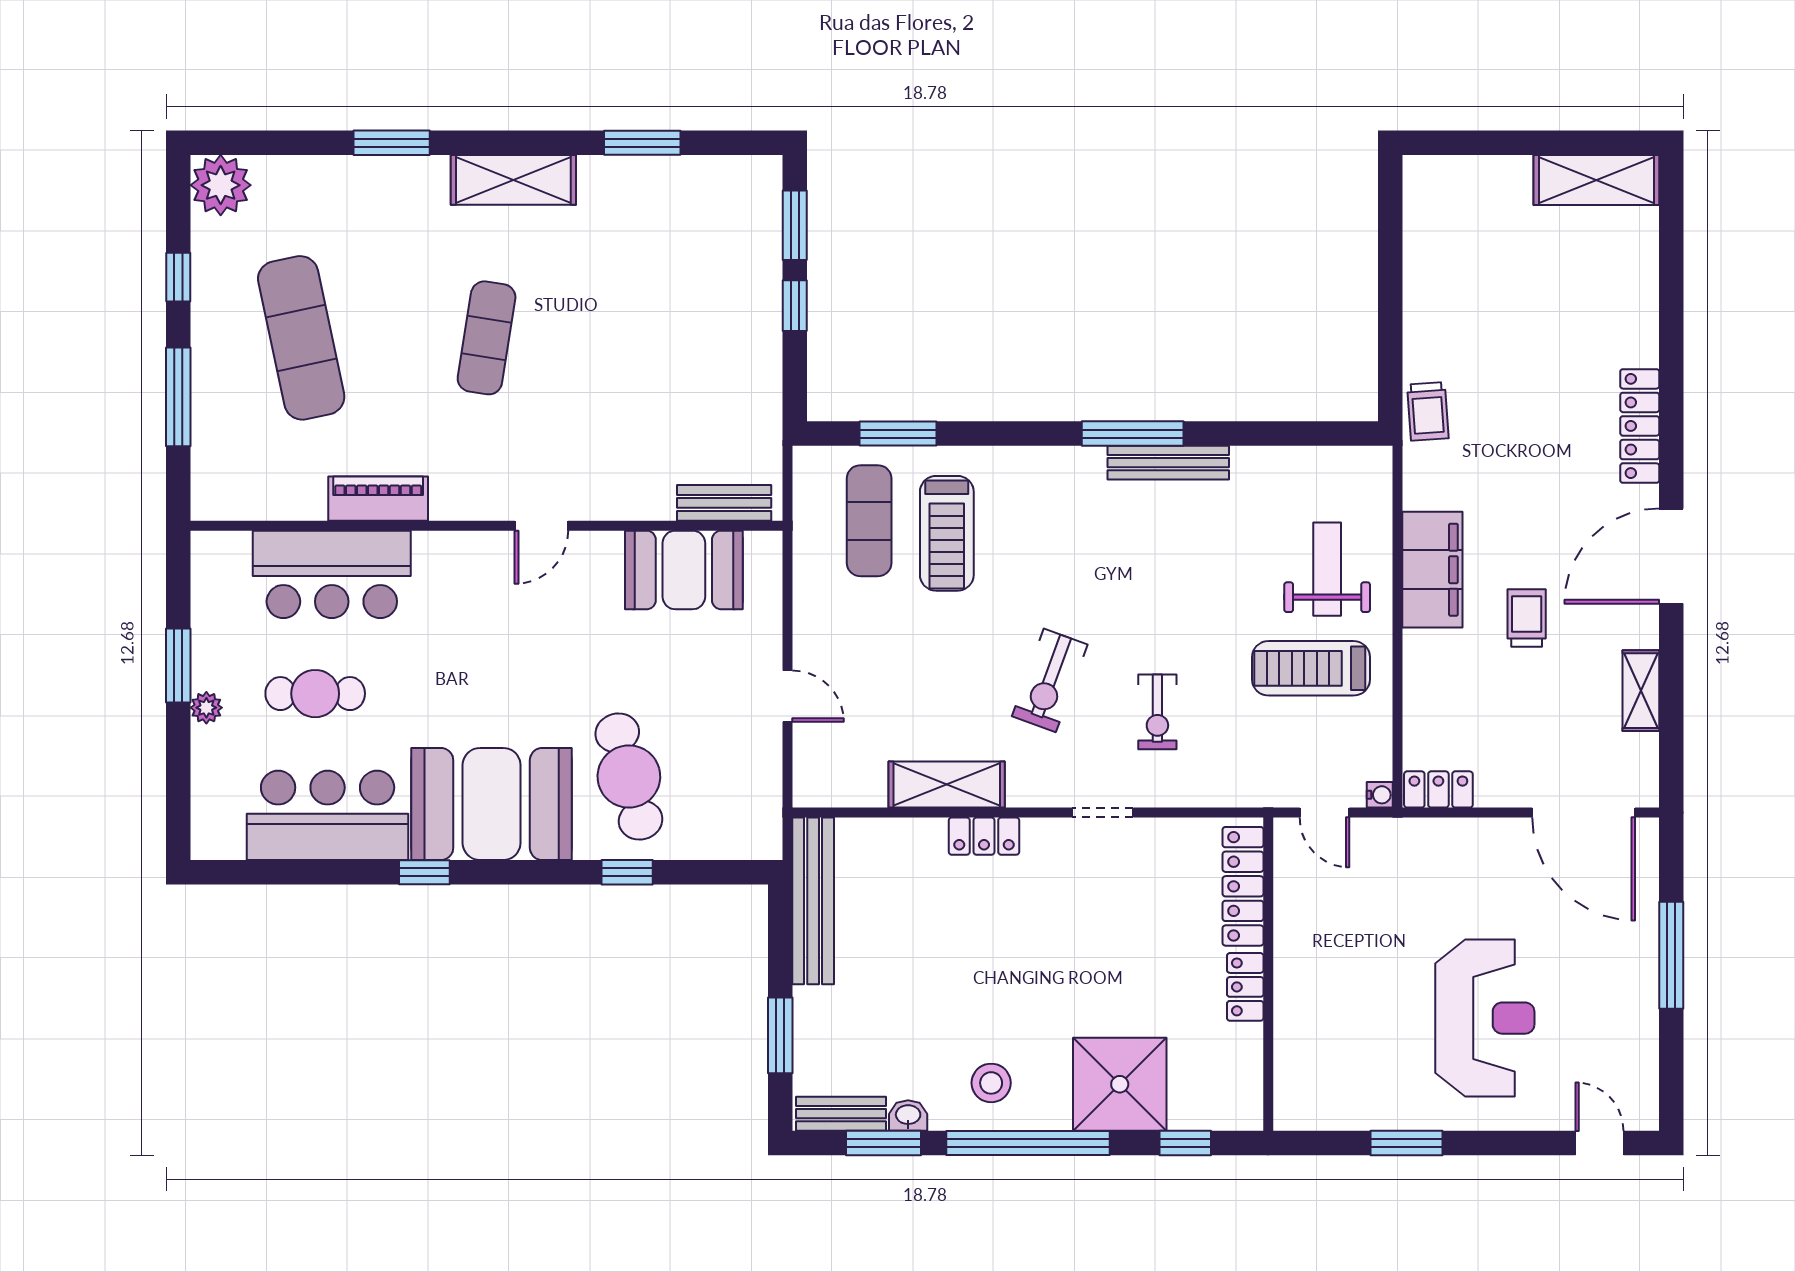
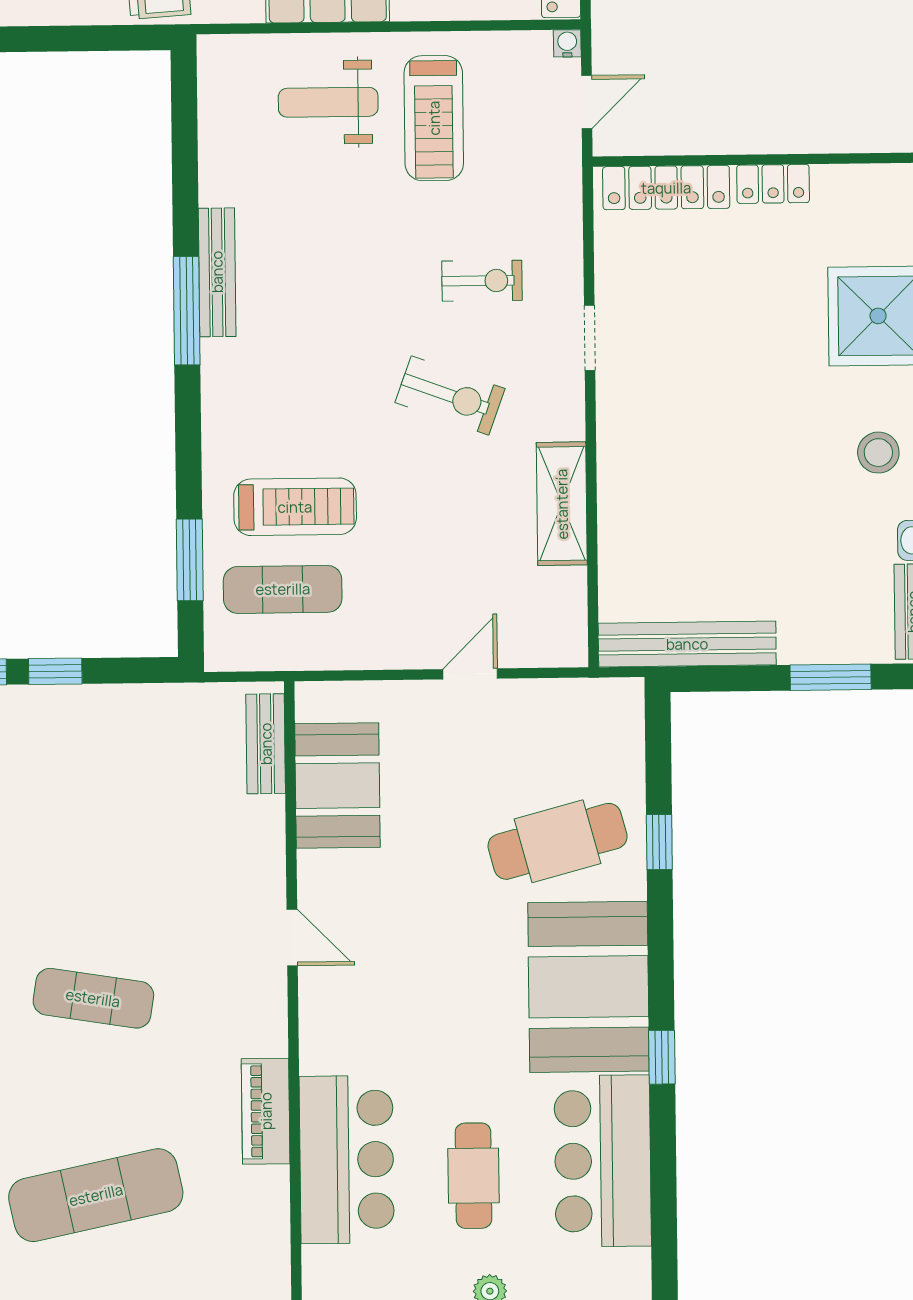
locker: (984, 836) -> (616, 463), removed

